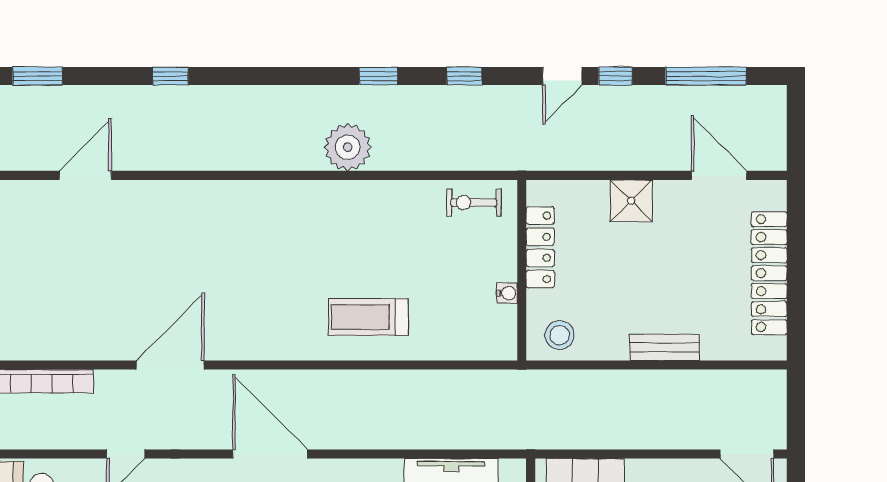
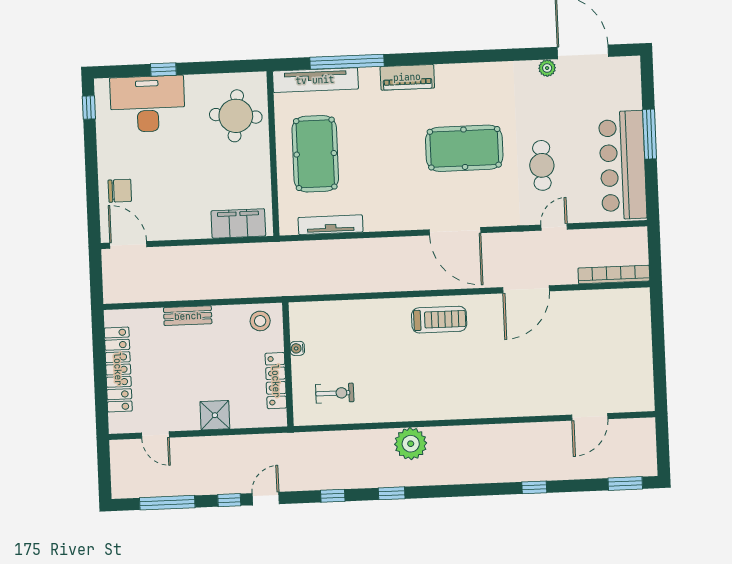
door: (719, 175) -> (155, 435), width x0.73
exercise bike: (474, 203) -> (335, 393), moved
treadmill: (368, 317) -> (439, 320), moved

